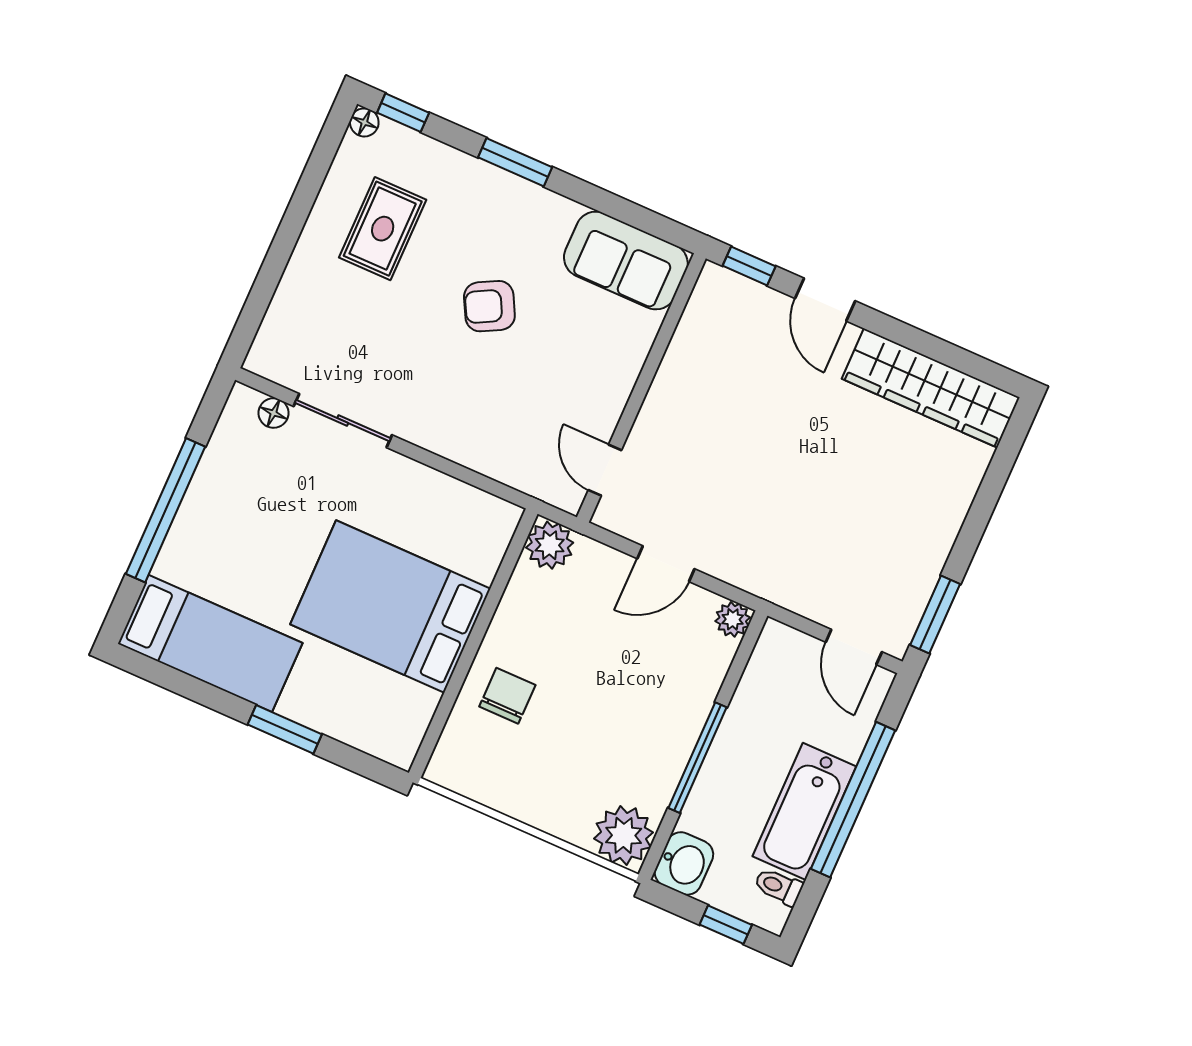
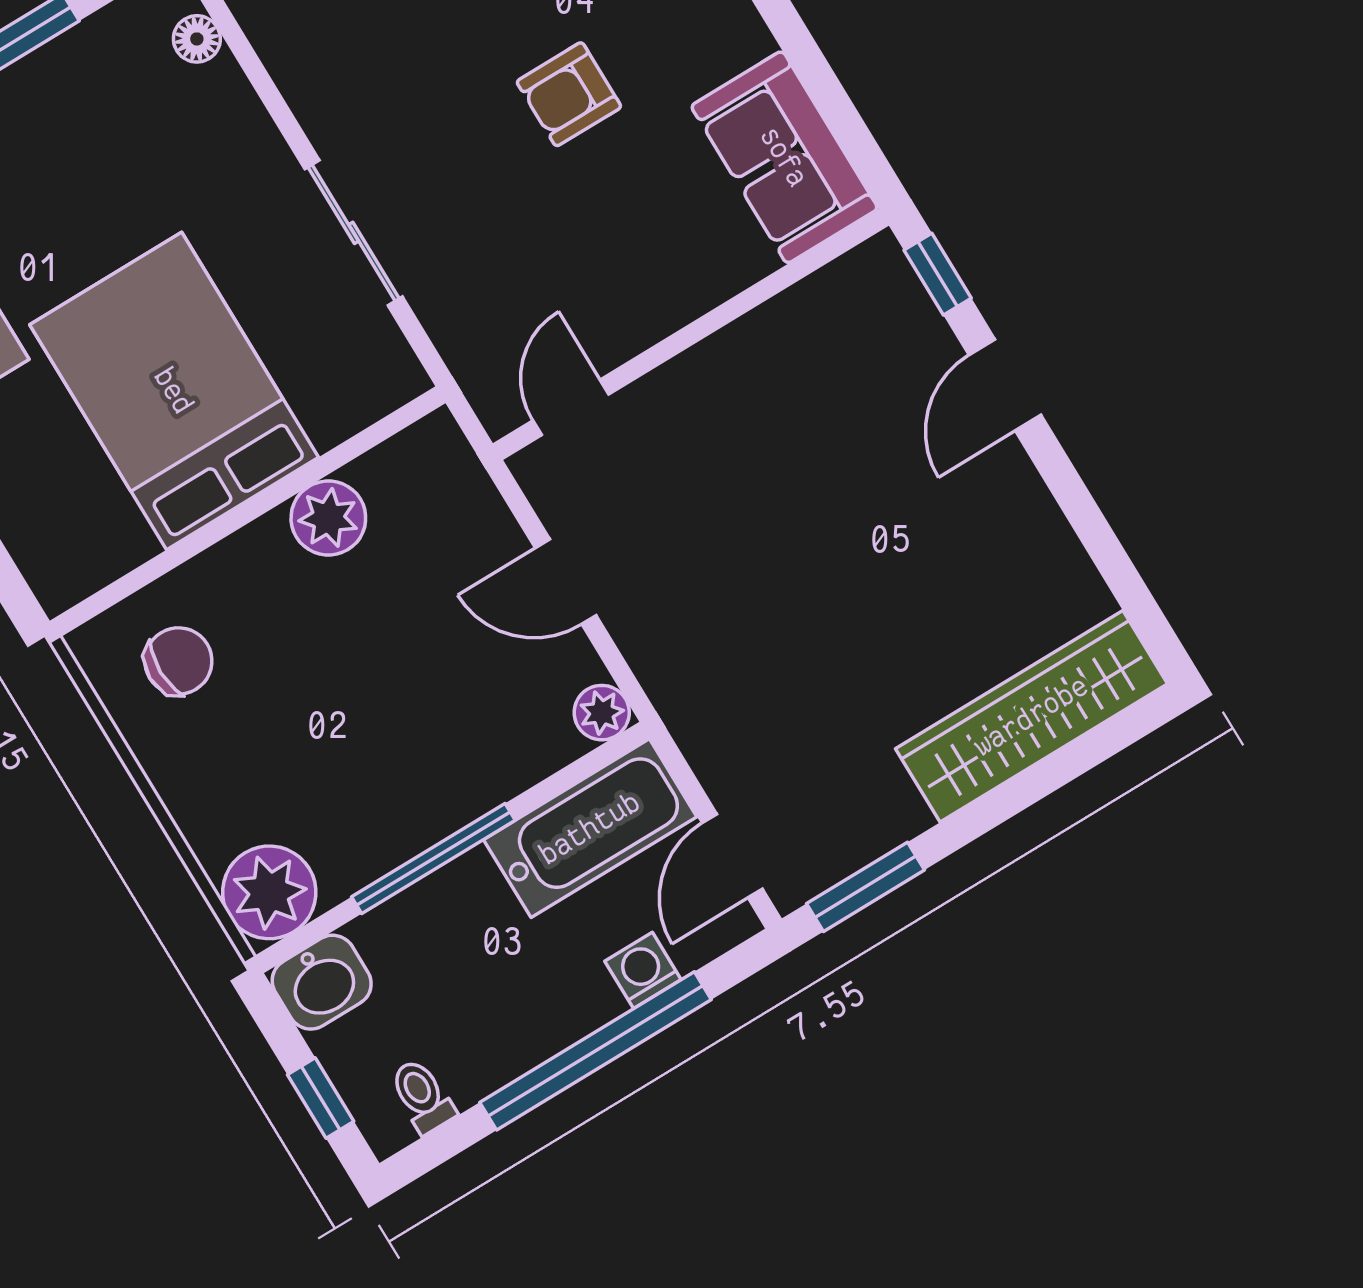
armchair: (489, 306) -> (569, 94), turned -62
wardrobe: (931, 388) -> (1031, 716), moved, turned 90
sliding door: (343, 421) -> (354, 233), moved
plant: (550, 545) -> (328, 518), moved
chair: (507, 696) -> (178, 661), moved
washing machine: (849, 740) -> (643, 970), added
bathtub: (804, 811) -> (590, 828), moved, turned 180

